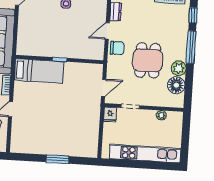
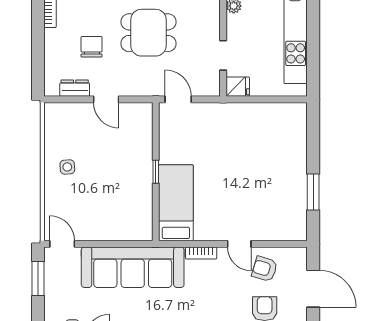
chair: (117, 48) -> (92, 47), moved
door: (104, 88) -> (178, 99), moved
window: (57, 159) -> (313, 192), moved

